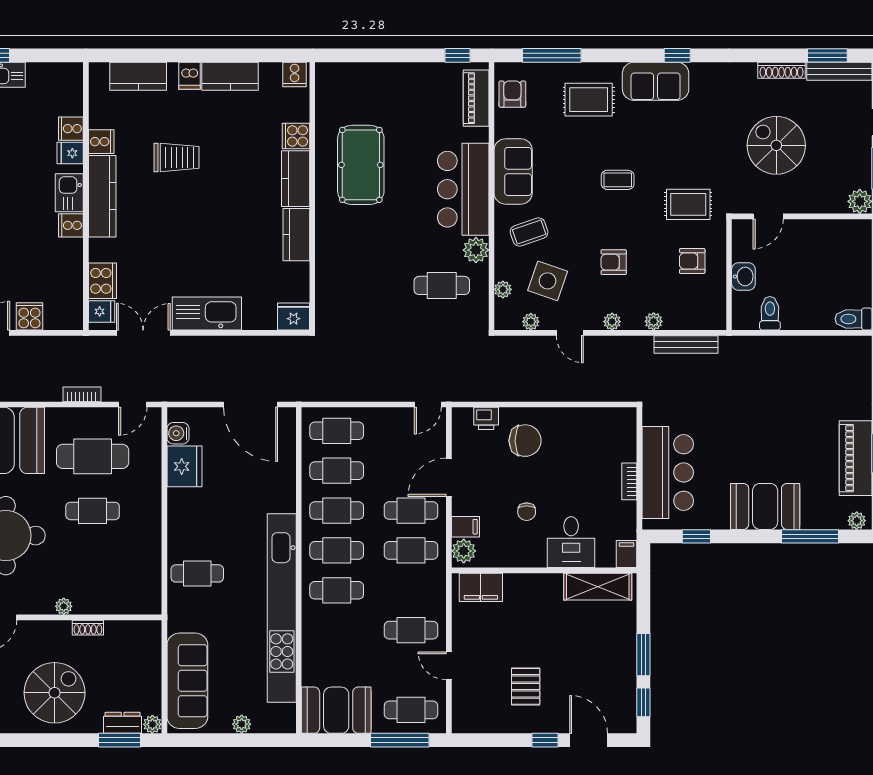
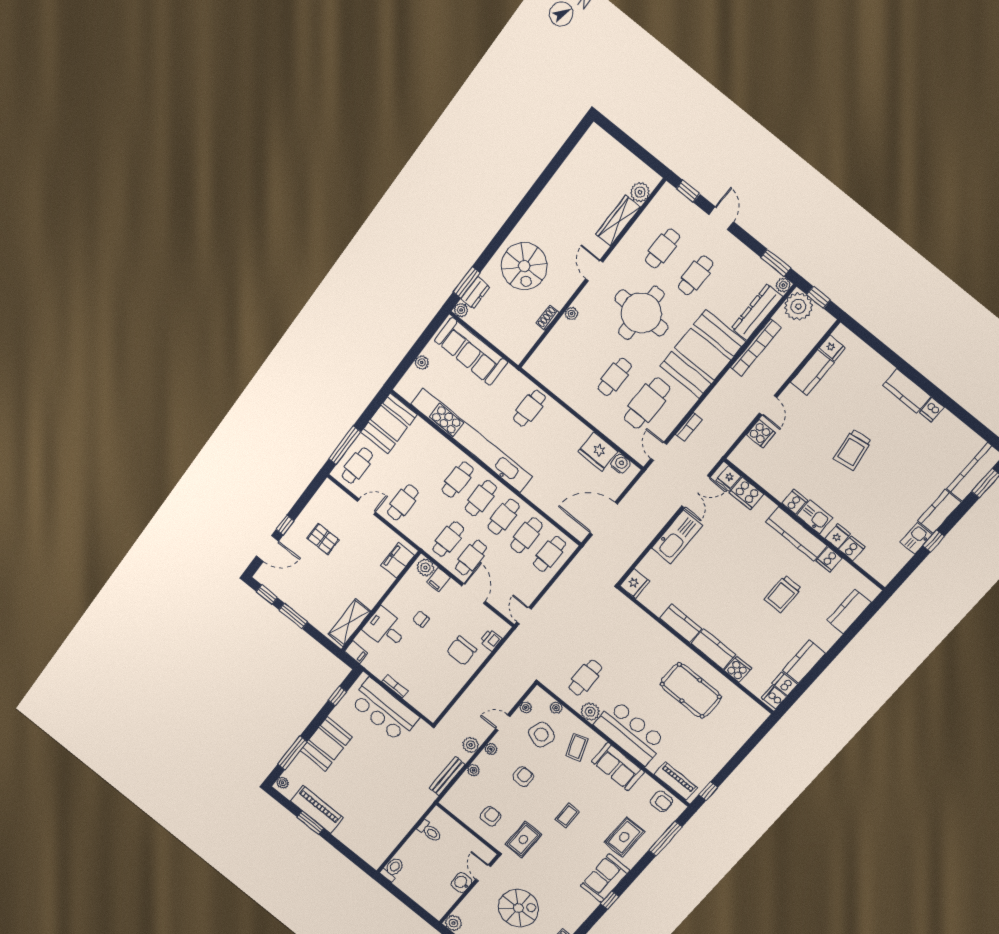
dishwasher: (190, 76) -> (785, 684), moved
washbasin: (743, 276) -> (462, 883), moved, turned 90
plant: (626, 347) -> (471, 745), added

